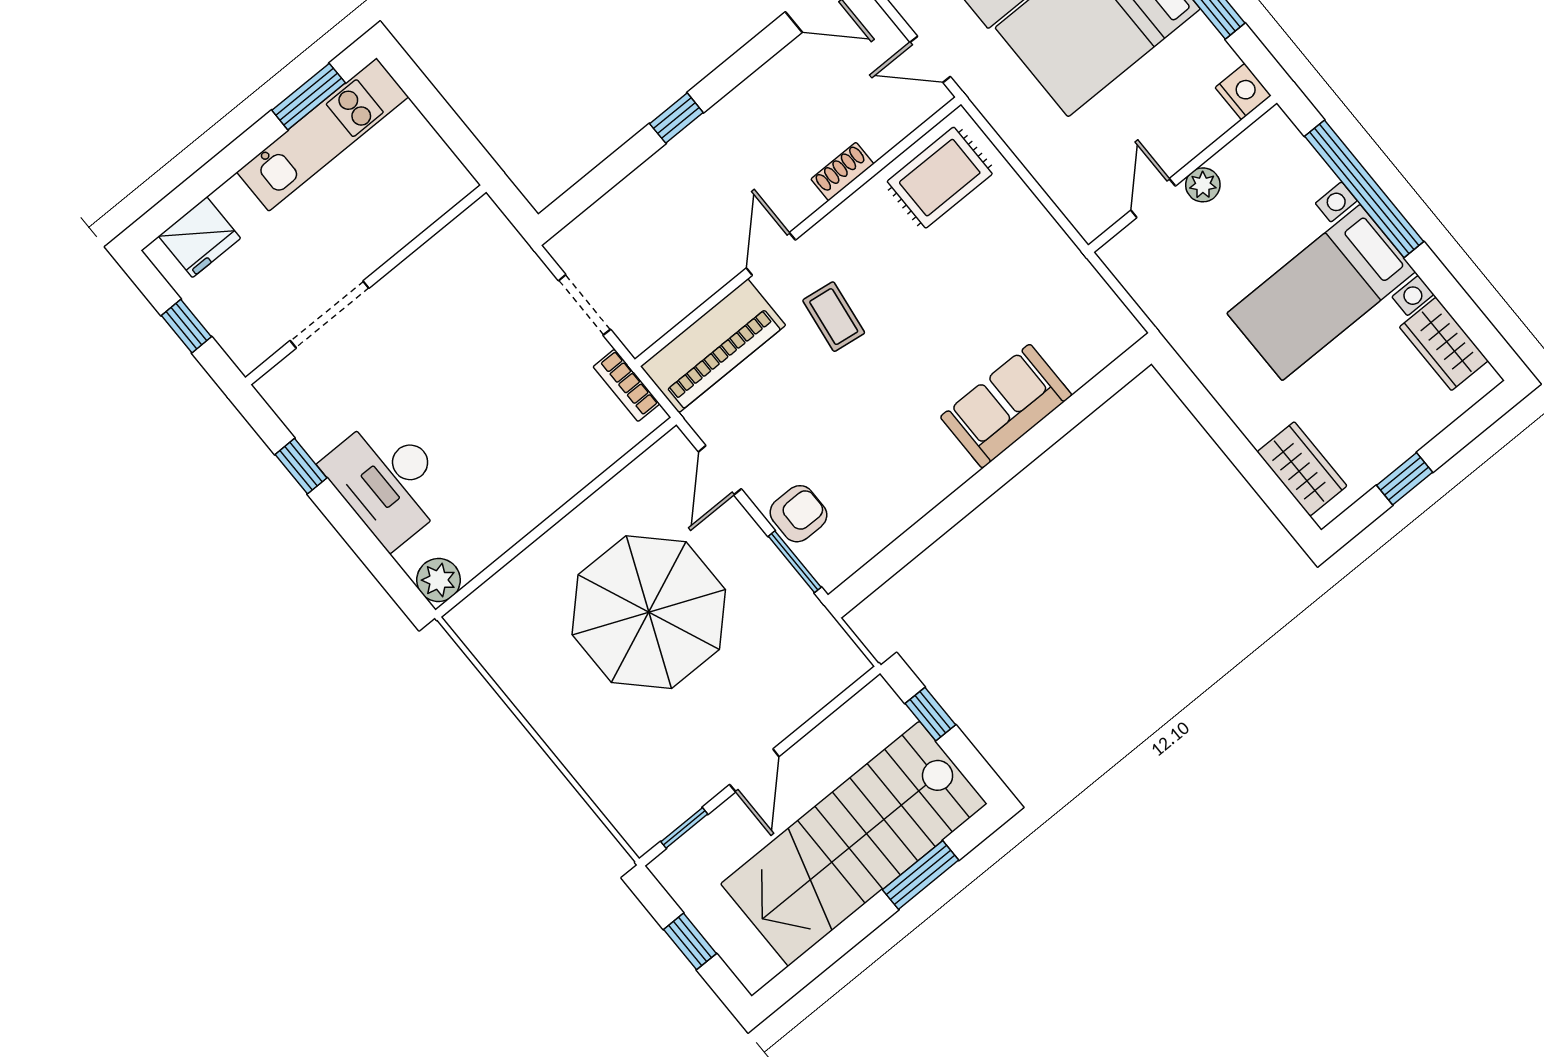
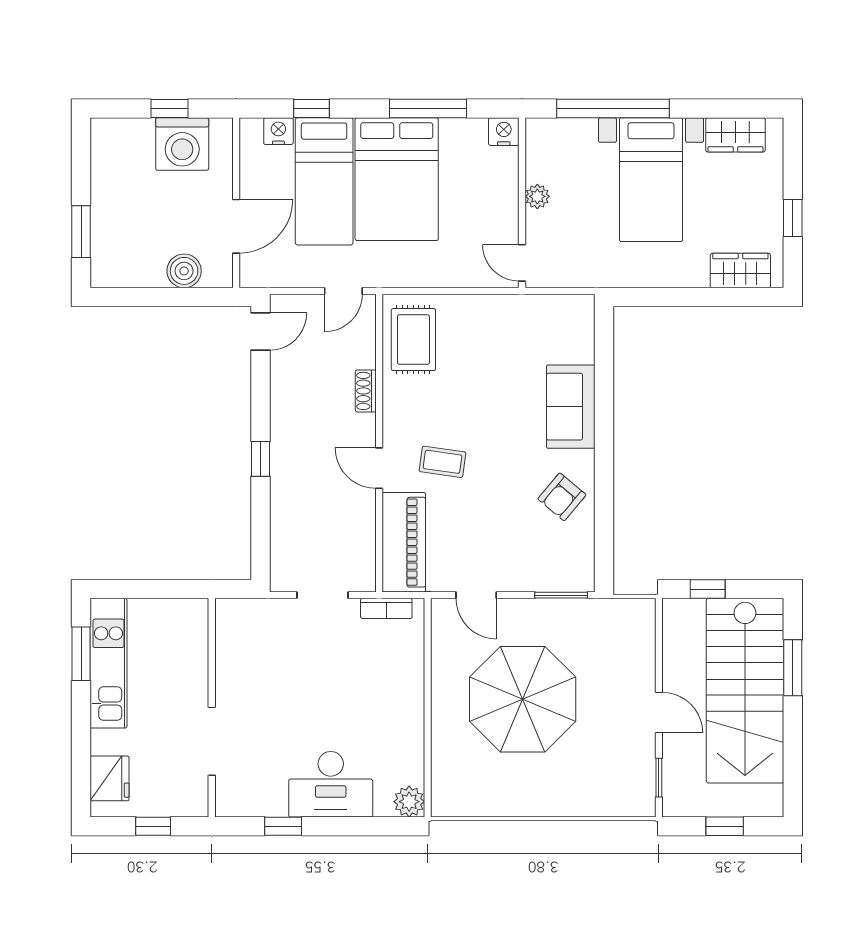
door: (1153, 198) -> (522, 263), moved
armchair: (798, 514) -> (562, 497), moved, turned -140

